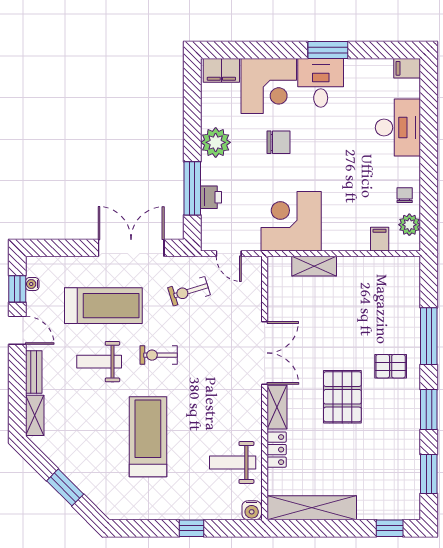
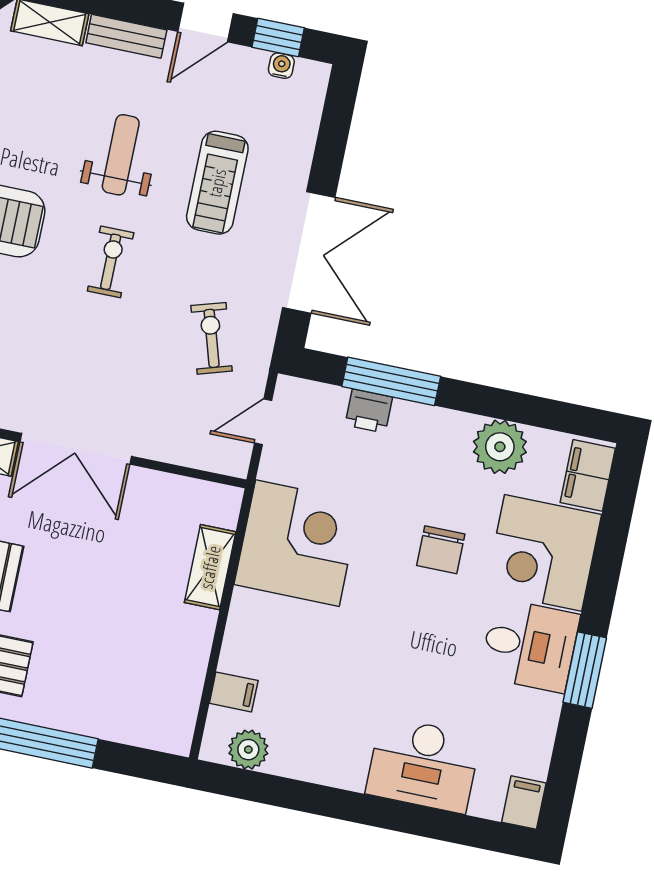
plant: (216, 142) -> (500, 447), moved
chair: (405, 195) -> (302, 752), removed
treadmill: (103, 306) -> (217, 183), width x0.73, depth x0.73

